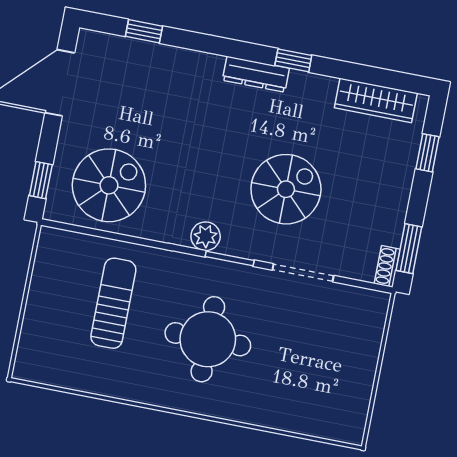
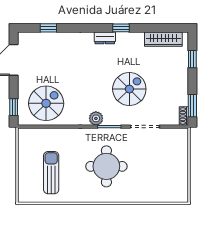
dresser: (256, 74) -> (105, 38), width x0.70
sun lounger: (113, 303) -> (51, 173), moved

